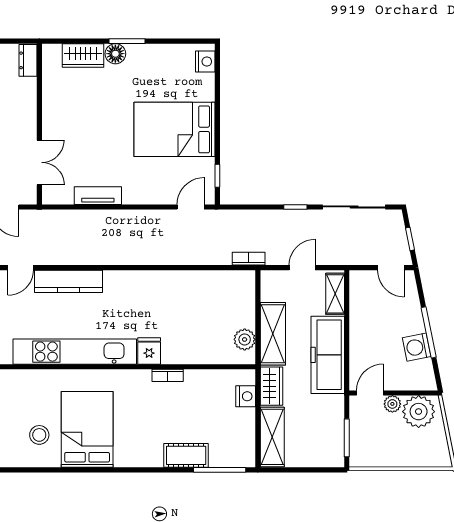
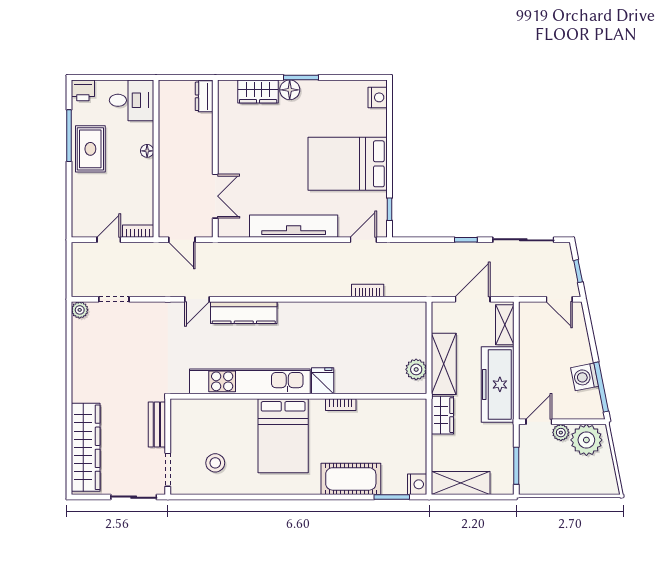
tv unit: (98, 196) -> (294, 226), width x1.92, depth x1.29
bookcase: (249, 259) -> (368, 290), moved
door: (302, 268) -> (473, 299), width x1.38
window: (429, 332) -> (601, 387), moved
nightstand: (246, 396) -> (417, 484), moved
bed: (87, 429) -> (283, 436), moved, turned 180
shelving: (272, 437) -> (461, 483), moved, turned 90
cot: (186, 455) -> (351, 479), width x1.37, depth x1.34
window: (220, 470) -> (392, 497), width x0.69

